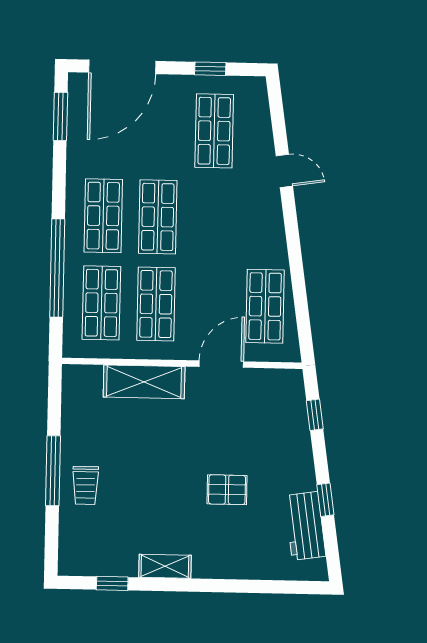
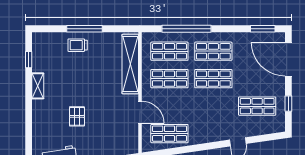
shelving: (144, 382) -> (130, 64), width x1.47

